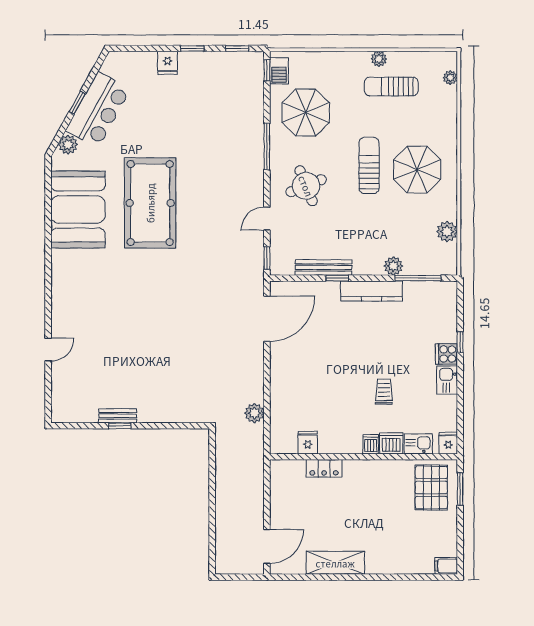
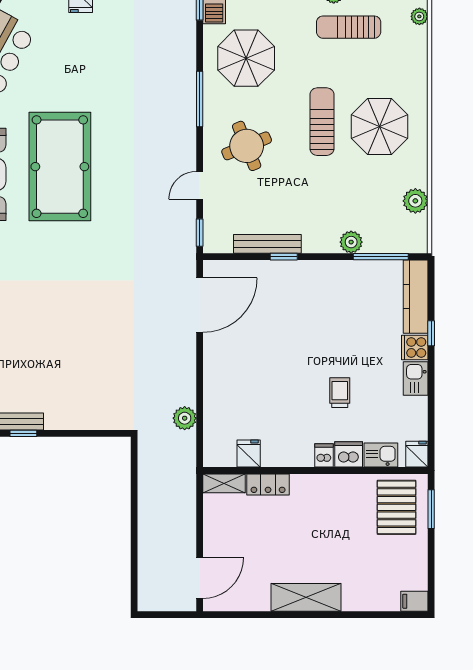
kitchen counter: (372, 291) -> (416, 297), moved, turned 90
shelving: (287, 467) -> (224, 483), added
shelving: (335, 563) -> (306, 597), moved

